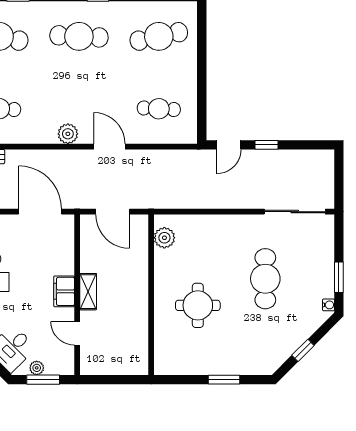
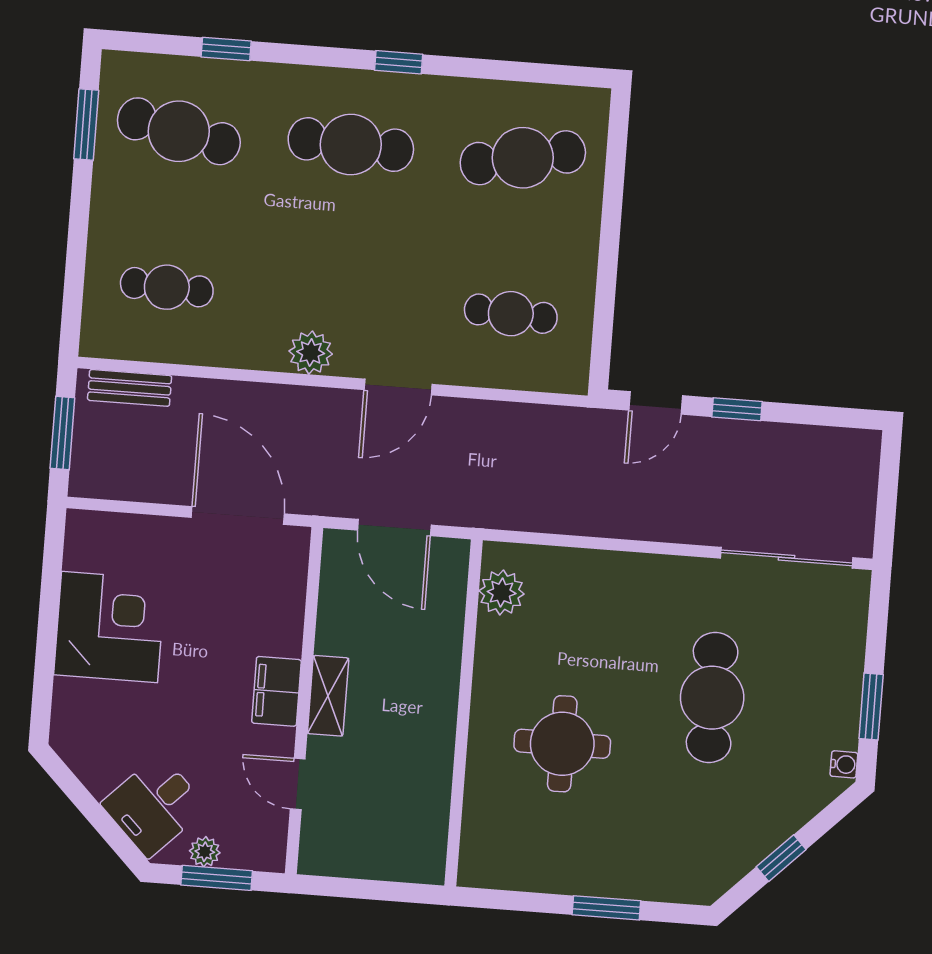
door: (109, 147) -> (398, 387), swing flipped

